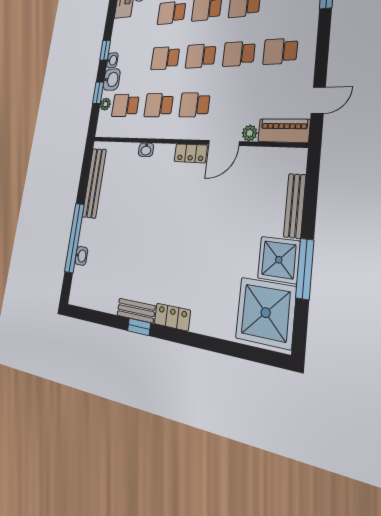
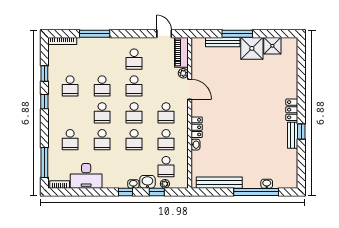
locker: (191, 153) -> (197, 127), moved
window: (305, 269) -> (237, 34), moved
shower: (266, 313) -> (272, 46), width x0.54, depth x0.54

